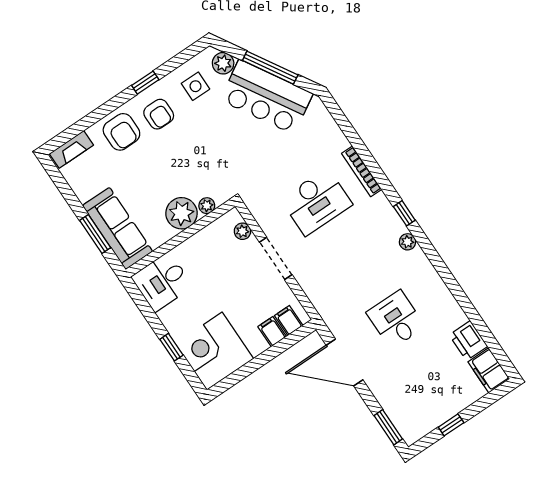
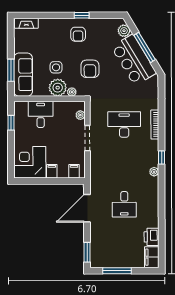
side table: (195, 86) -> (56, 67), moved
armchair: (121, 132) -> (90, 69), moved
desk: (316, 202) -> (124, 125), turned 180
desk: (162, 282) -> (41, 114), moved, turned 90
desk: (396, 320) -> (124, 204), turned 180
filing cabinet: (272, 332) -> (52, 171), moved
window: (171, 347) -> (11, 123), moved
door: (345, 362) -> (87, 208), hinge flipped
window: (451, 425) -> (117, 271), width x2.17

